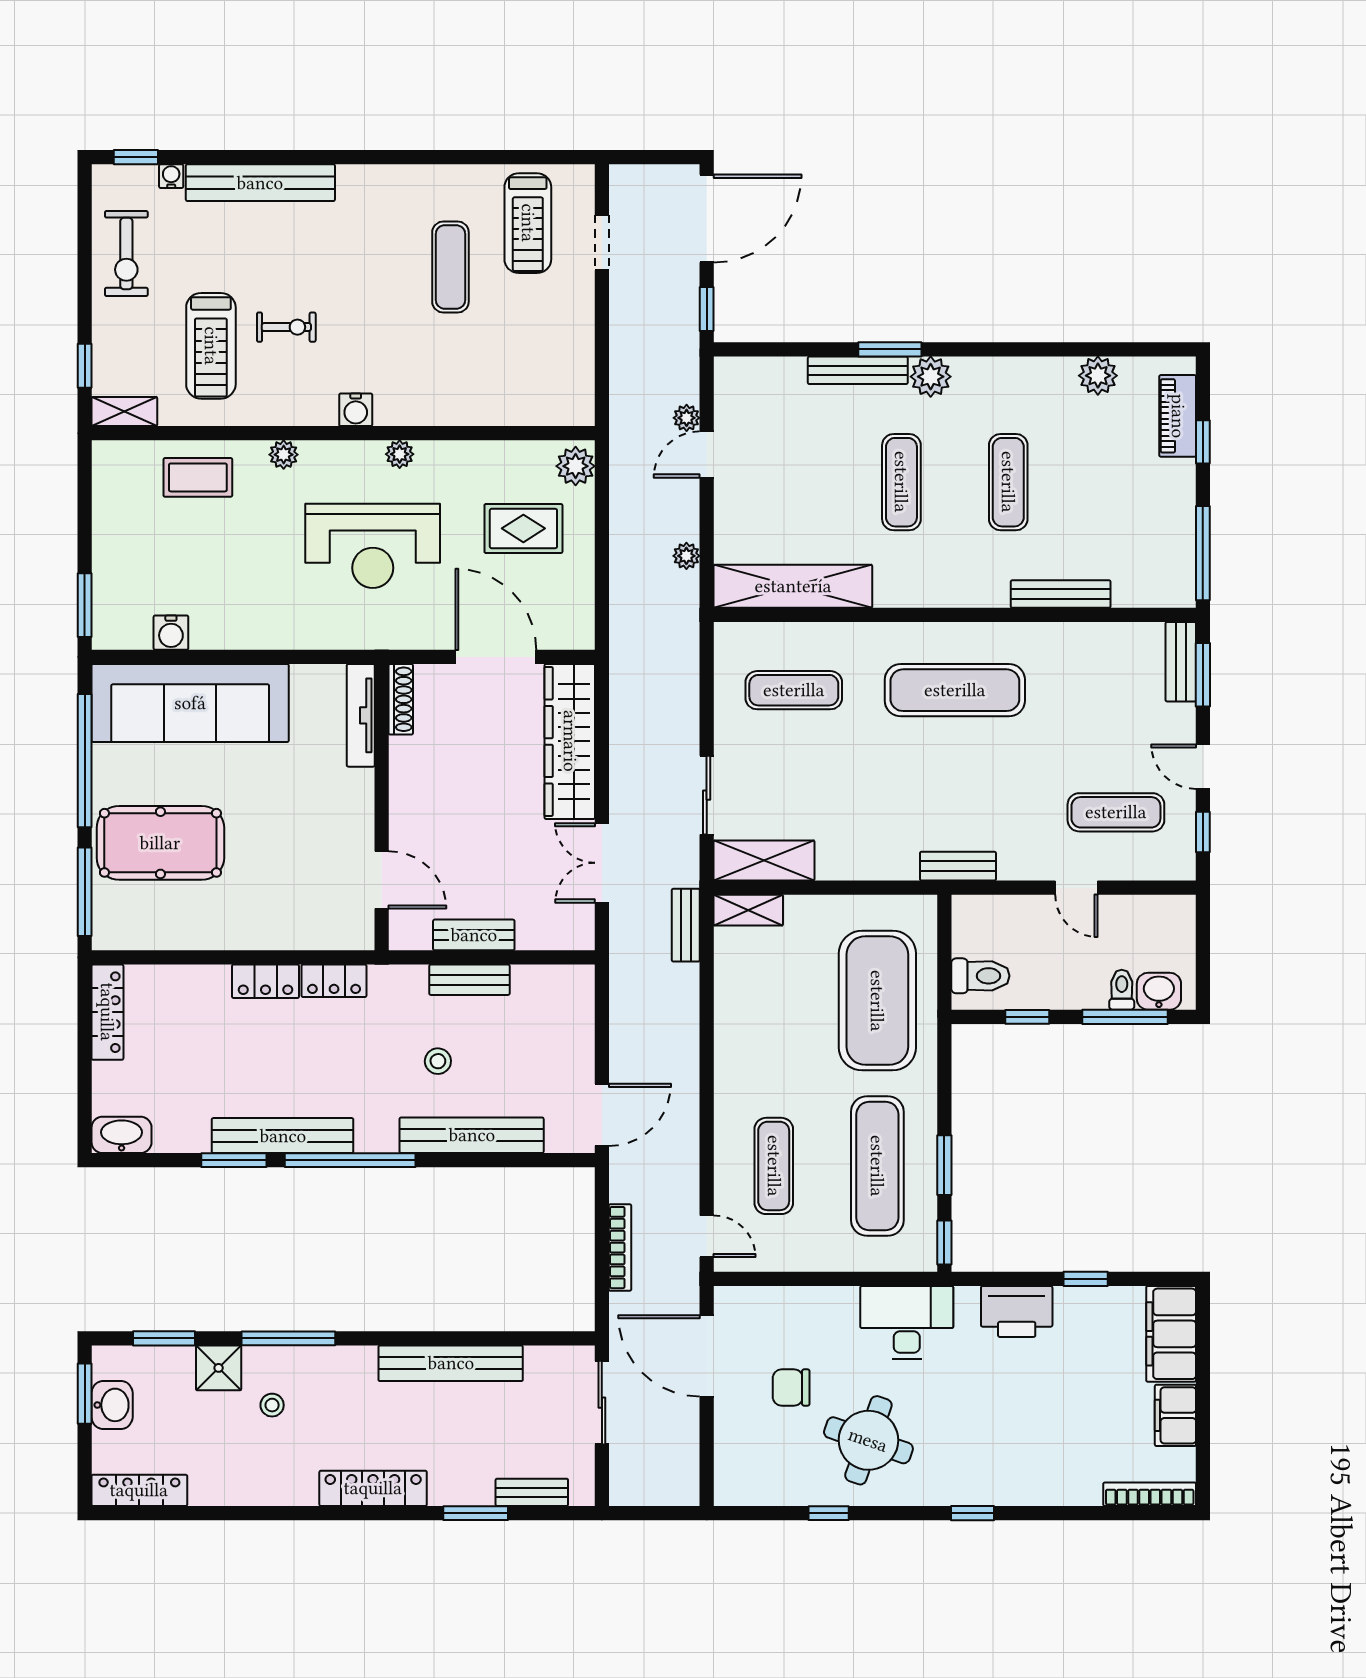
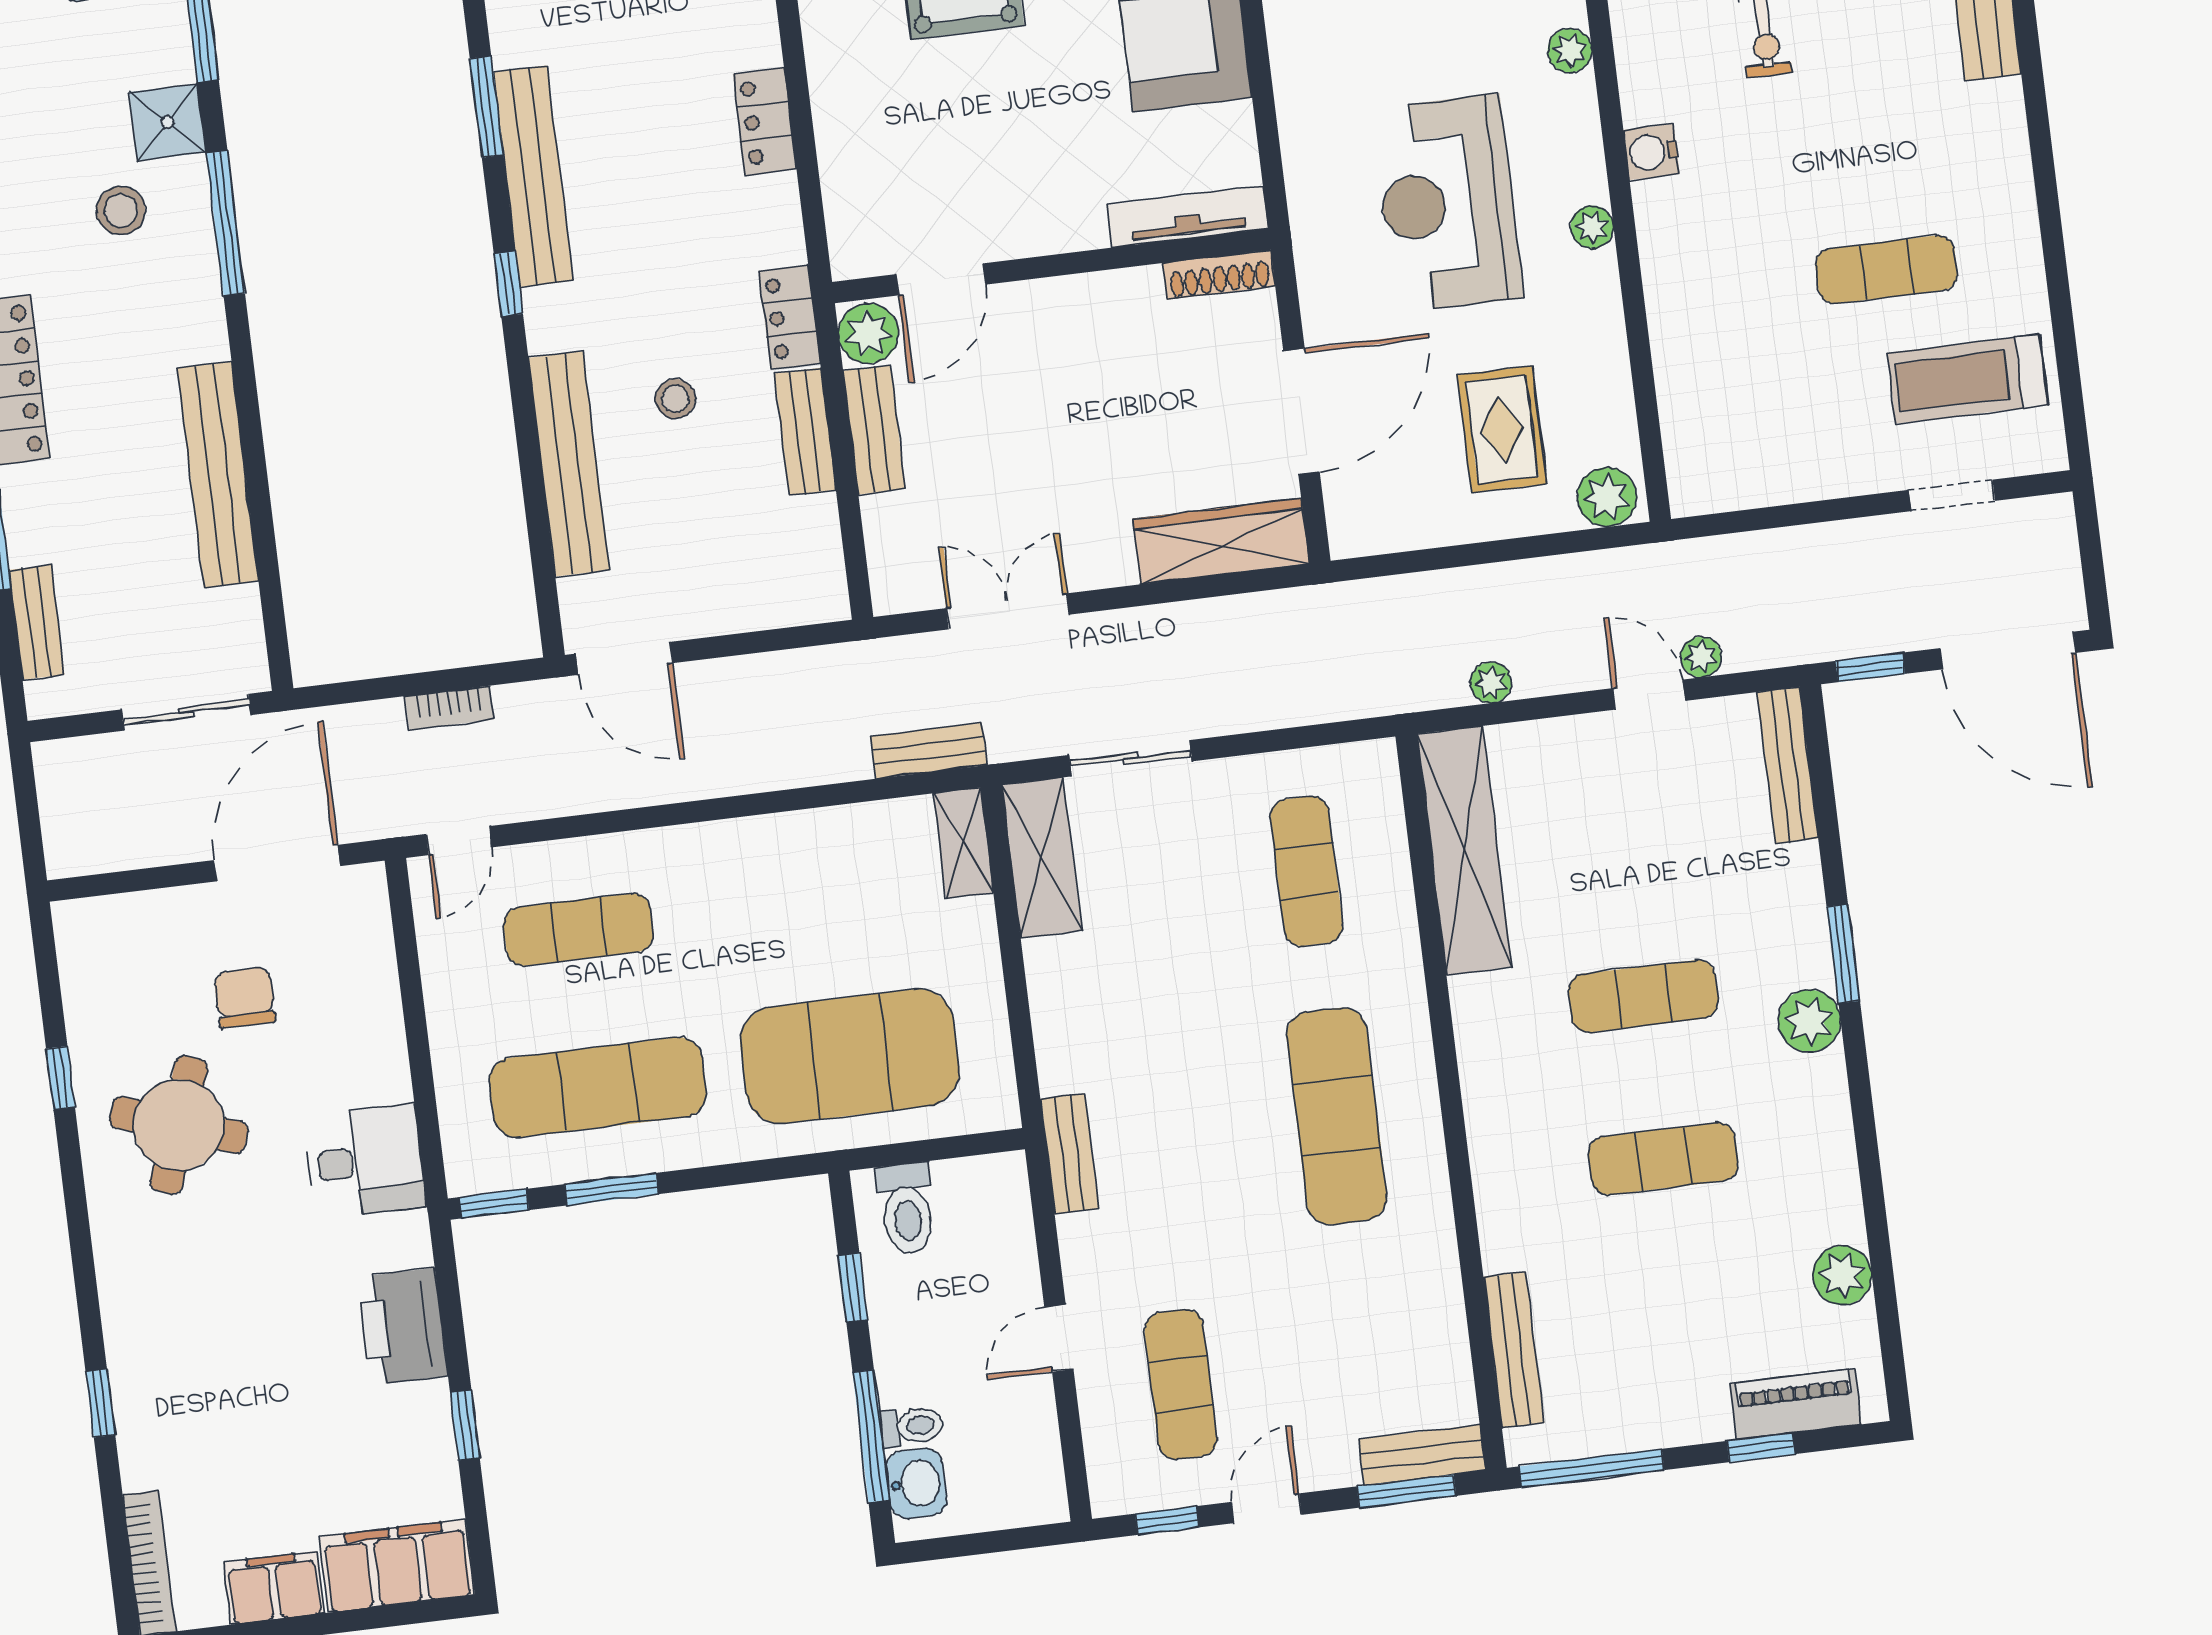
bench: (858, 370) -> (1788, 765), moved
bench: (1061, 594) -> (1514, 1350), moved
wardrobe: (570, 741) -> (1221, 541), width x0.71, depth x0.85
plant: (411, 931) -> (868, 333), added
locker: (334, 981) -> (789, 317), moved
window: (350, 1160) -> (508, 284), width x0.32
bookcase: (620, 1248) -> (449, 708), width x0.64
desk: (907, 1322) -> (365, 1161), width x0.73
stool: (272, 1405) -> (121, 211), width x1.37, depth x1.37
window: (973, 1513) -> (100, 1403), moved

